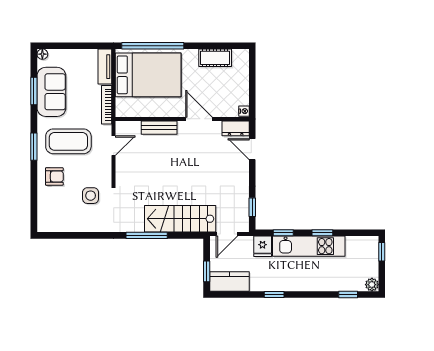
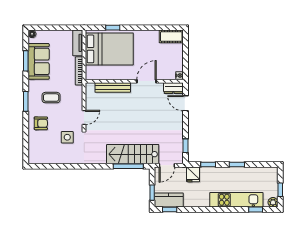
window: (153, 46) -> (113, 28), width x0.32
cot: (215, 58) -> (171, 36), moved
door: (199, 119) -> (146, 81), hinge flipped
bench: (159, 128) -> (113, 88), width x1.36
coffee table: (68, 141) -> (51, 98), width x0.54, depth x0.58
door: (114, 146) -> (84, 117), moved
window: (147, 235) -> (128, 166), moved
kitchen unit: (309, 246) -> (236, 200), moved, turned 180
window: (382, 252) -> (280, 190), moved
window: (274, 294) -> (170, 210), moved

